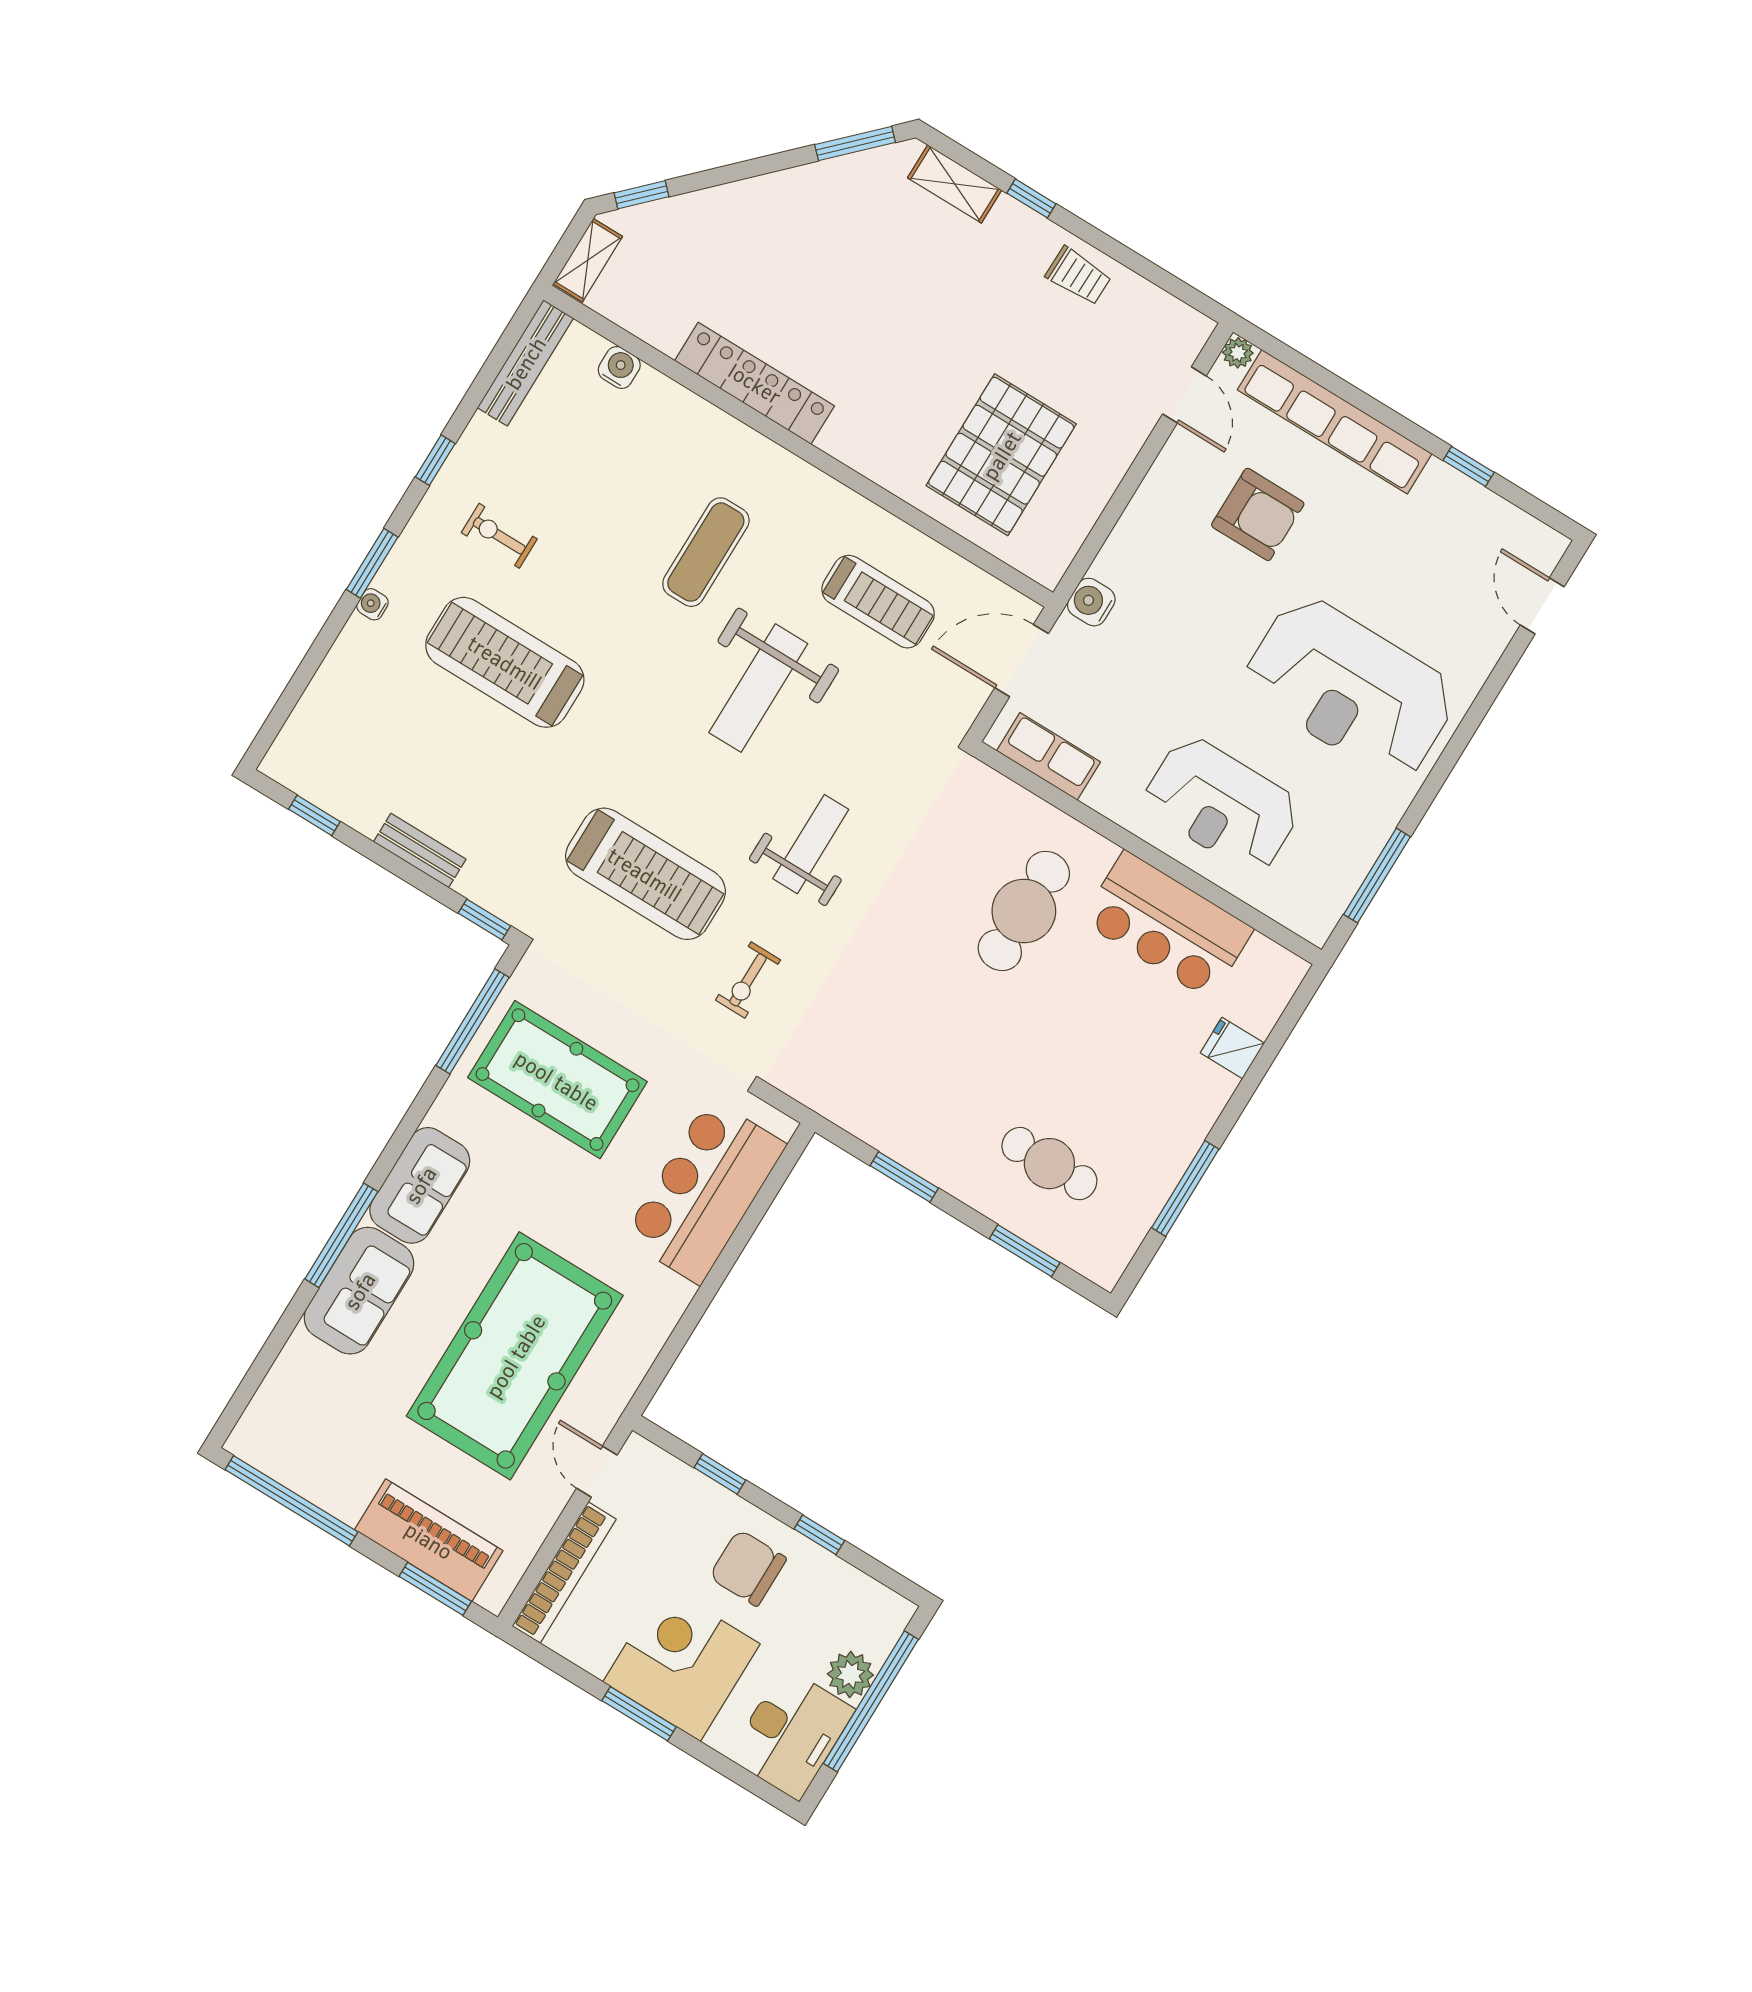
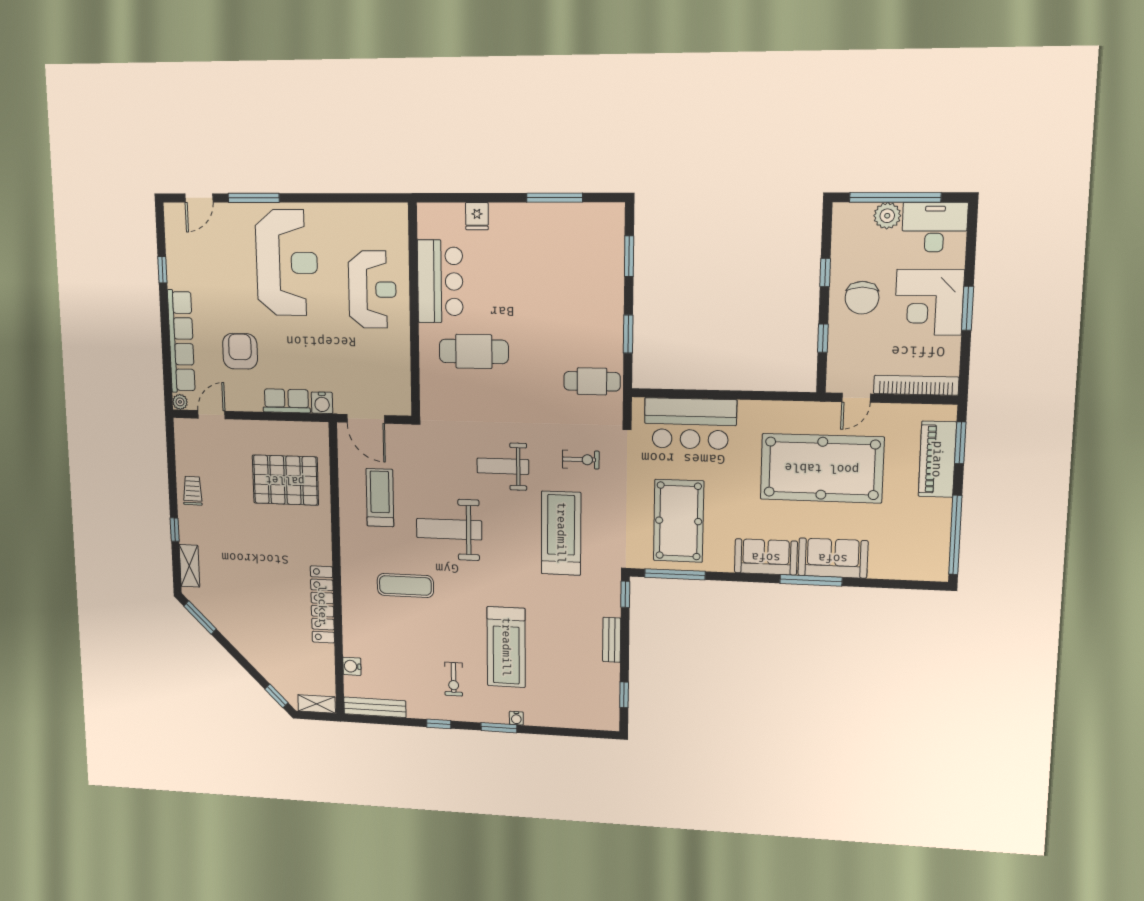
weight bench: (758, 688) -> (449, 529), turned 180
row of seats: (1049, 756) -> (286, 401), moved, turned 90
window: (1377, 876) -> (254, 198), moved
cafe table: (1049, 1164) -> (592, 381), moved, turned 90

